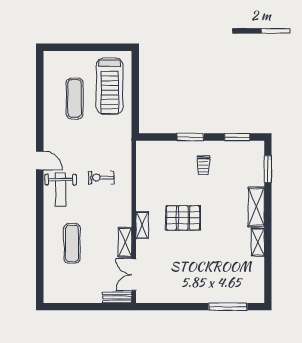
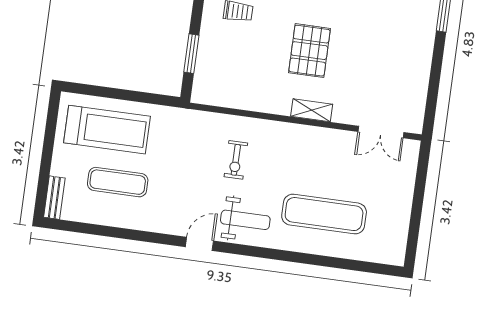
window: (190, 137) -> (191, 54), moved
shelving: (125, 242) -> (333, 138), removed
exercise mat: (72, 243) -> (324, 214), width x1.36, depth x1.45
bench: (117, 298) -> (54, 198), moved

